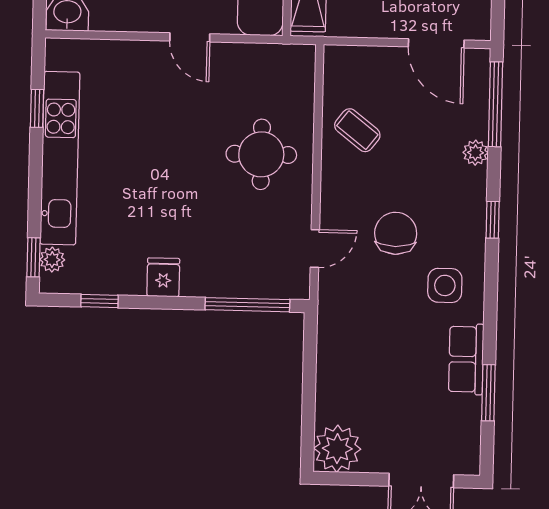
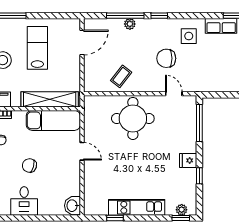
door: (190, 37) -> (82, 151), hinge flipped
window: (495, 104) -> (125, 16), moved
round table: (261, 154) -> (133, 118), width x1.36, depth x1.36
kitchen unit: (60, 158) -> (137, 207), width x0.73
window: (100, 301) -> (199, 176), moved

